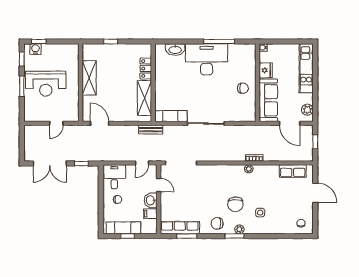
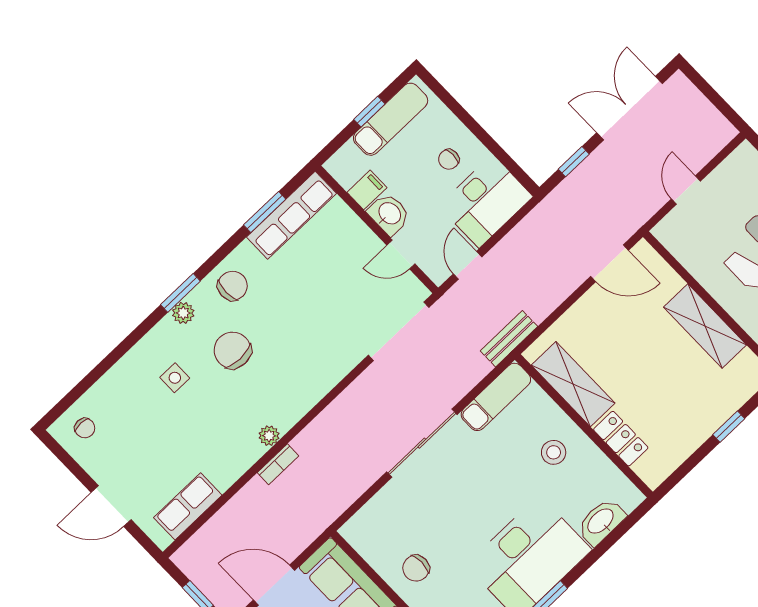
stool: (170, 83) -> (554, 452), added
desk: (114, 177) -> (486, 201), width x1.37

